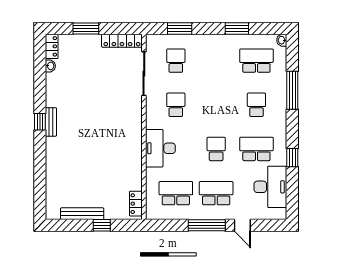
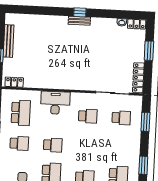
school desk: (216, 193) -> (19, 143), width x0.54

